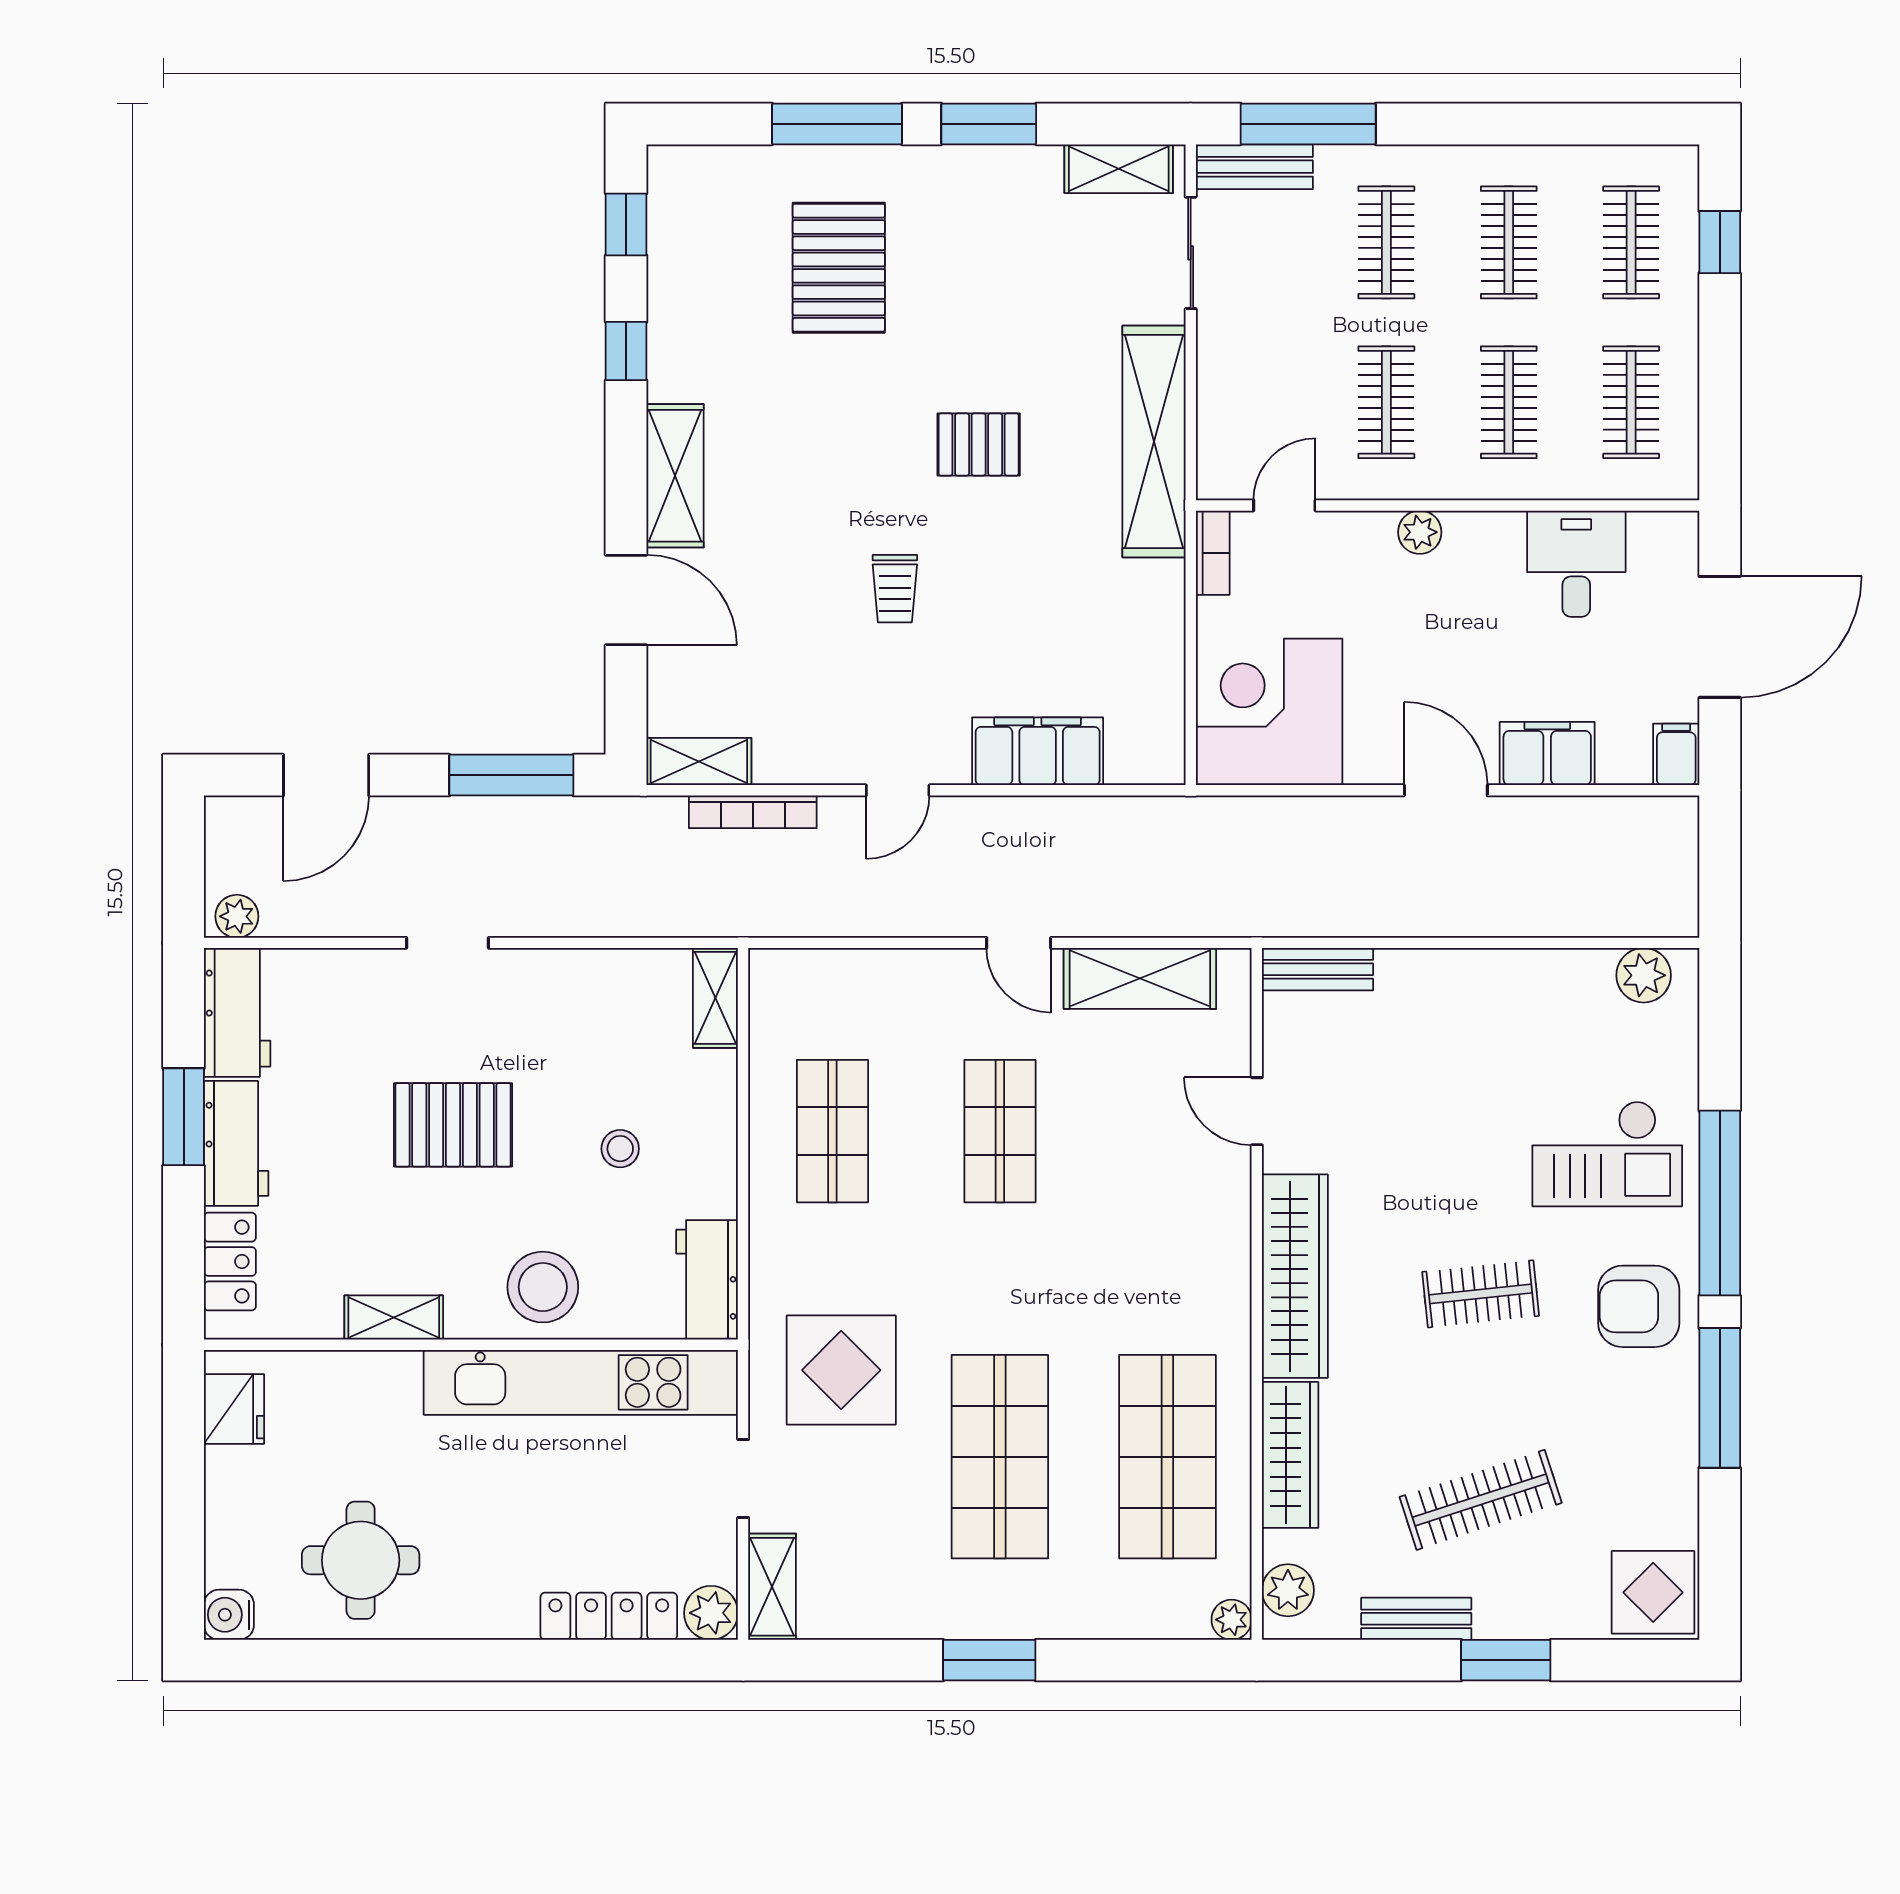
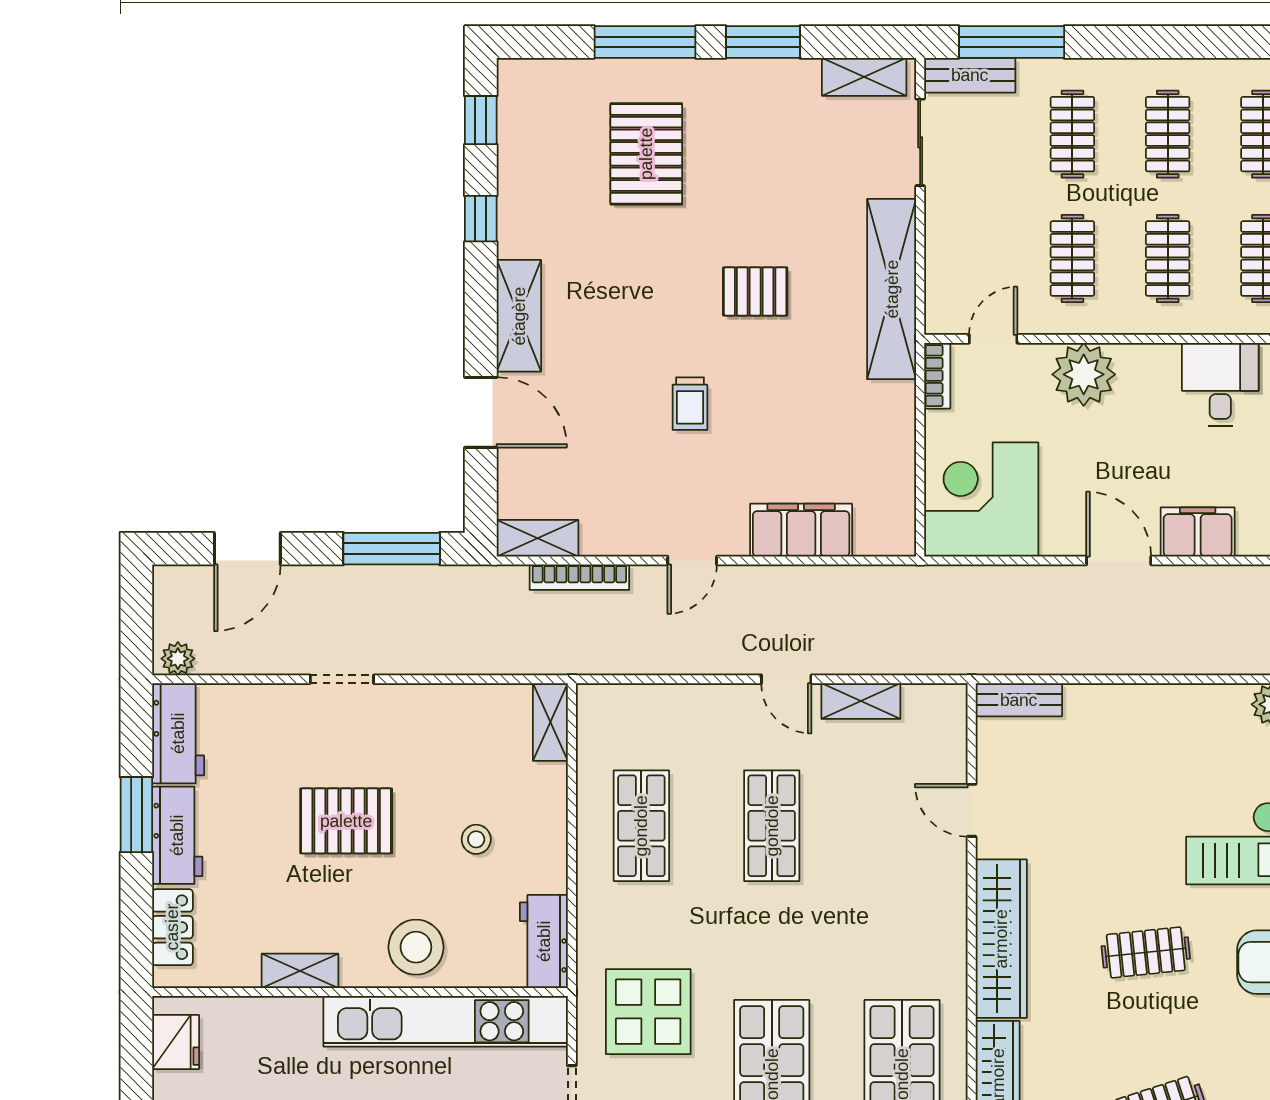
plant: (1420, 532) -> (1084, 374), width x1.87, depth x1.87
shelving: (1140, 978) -> (861, 701), width x0.67, depth x0.75

